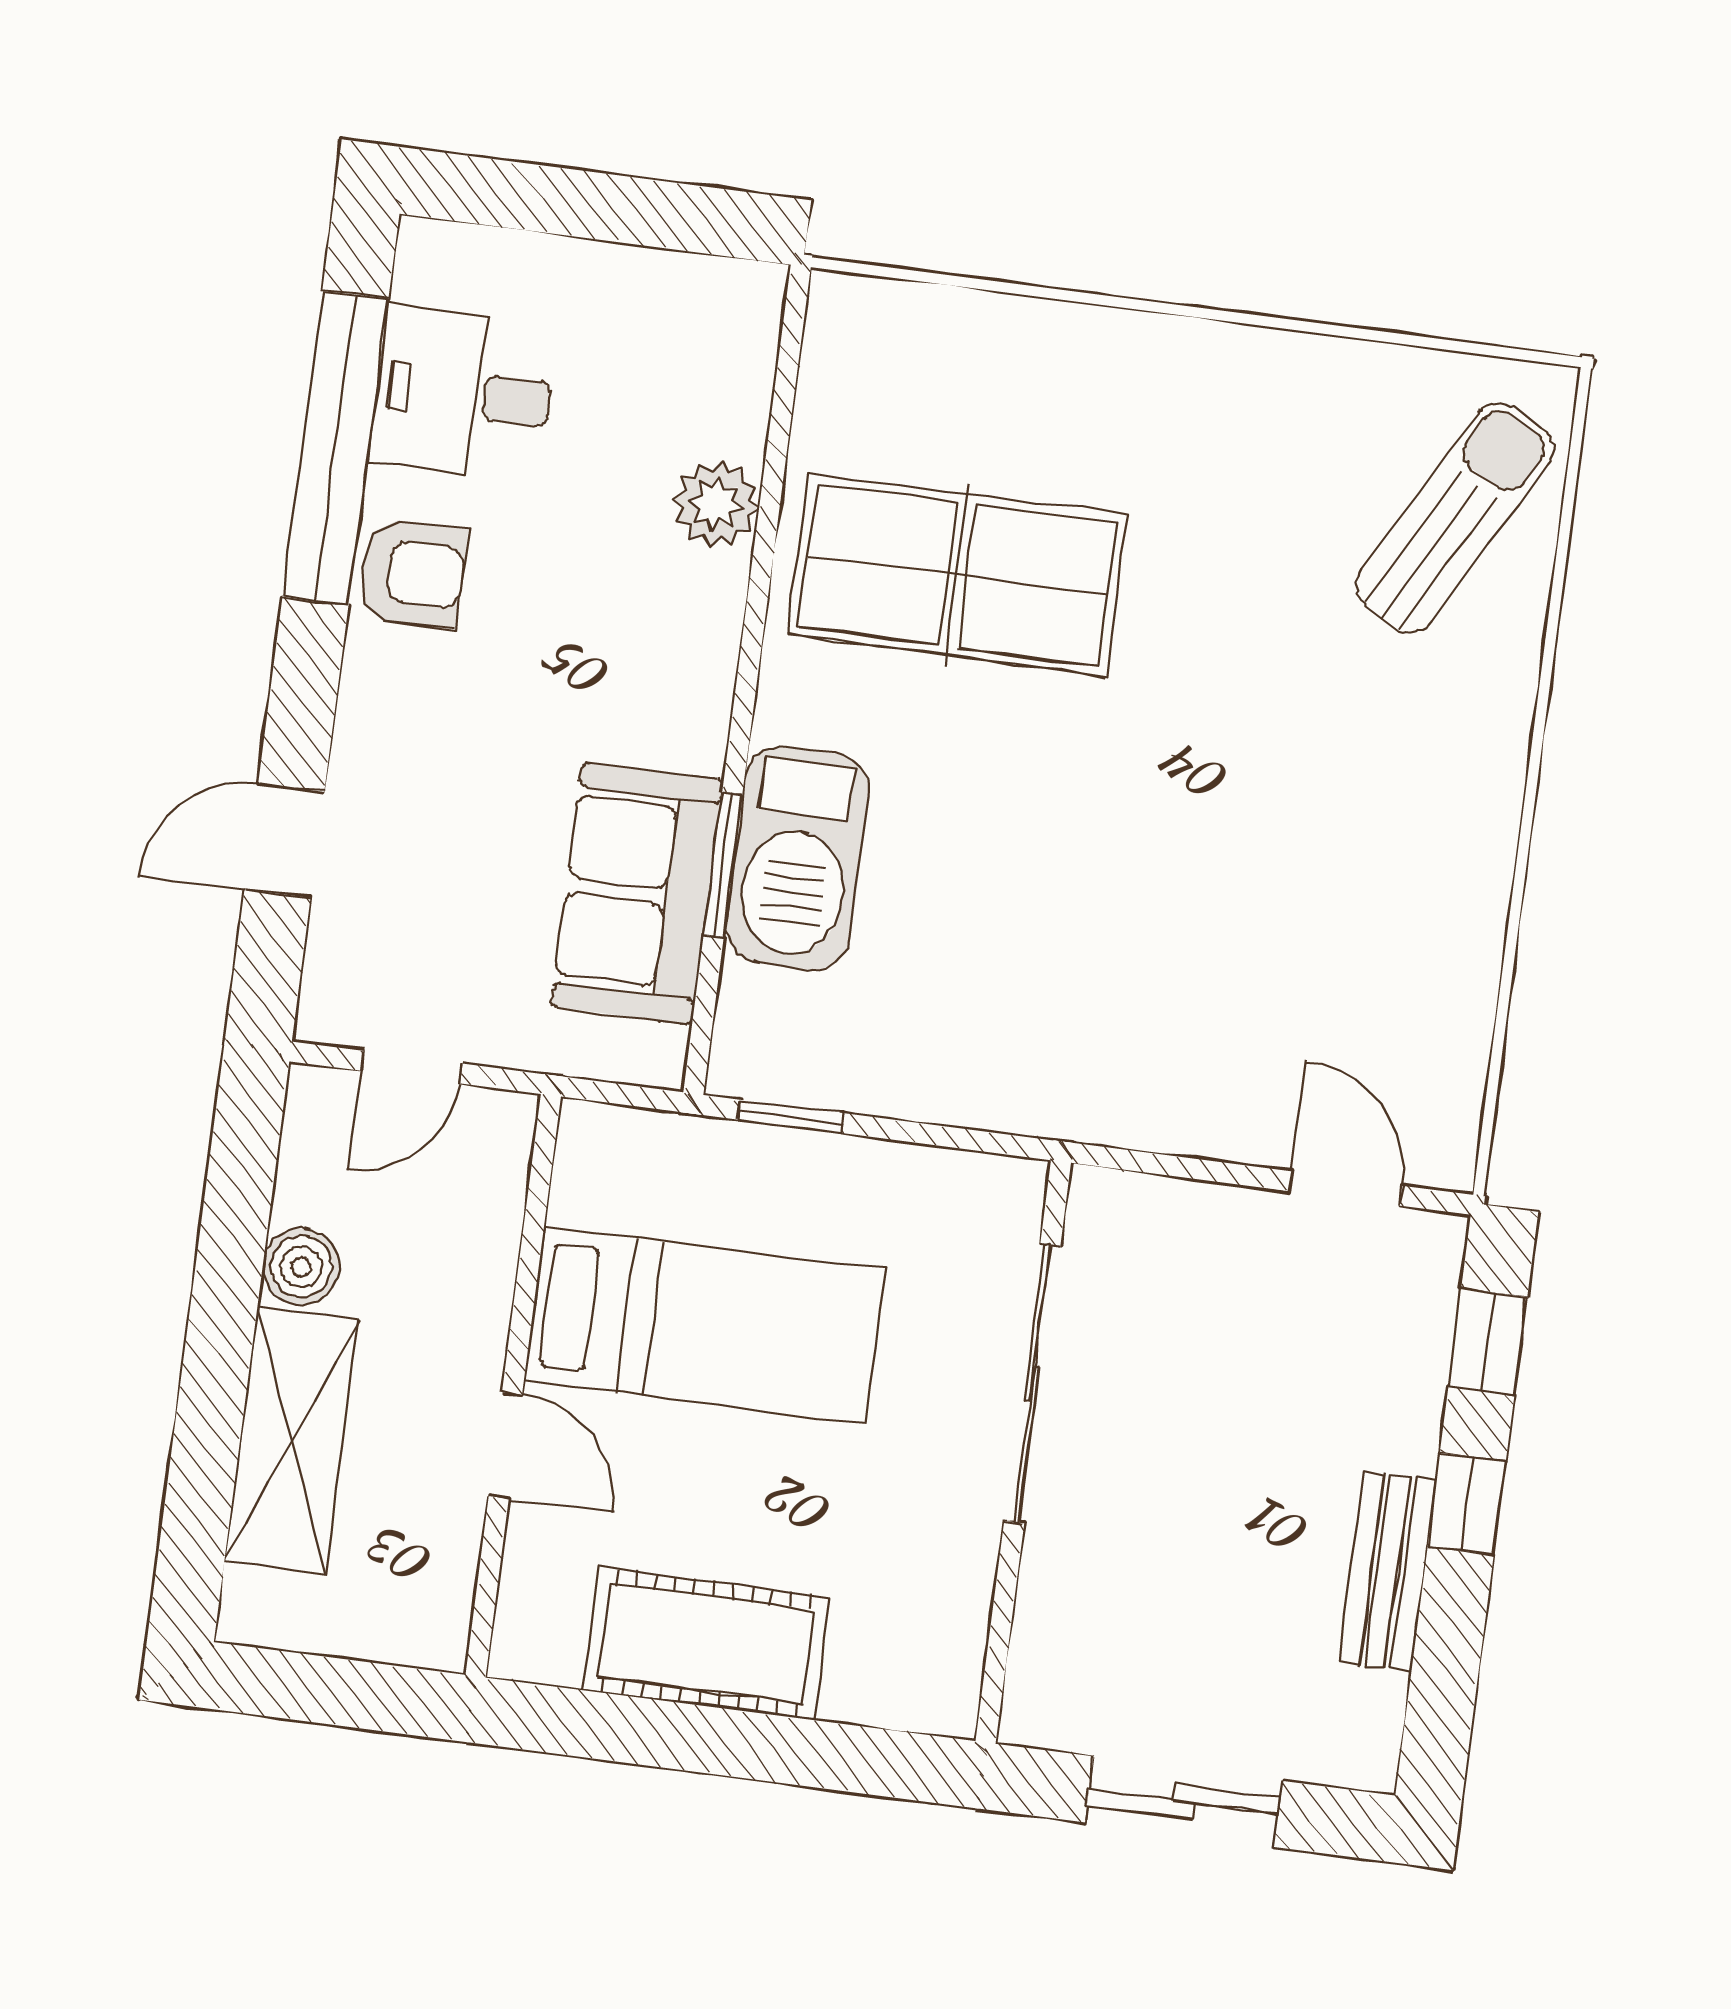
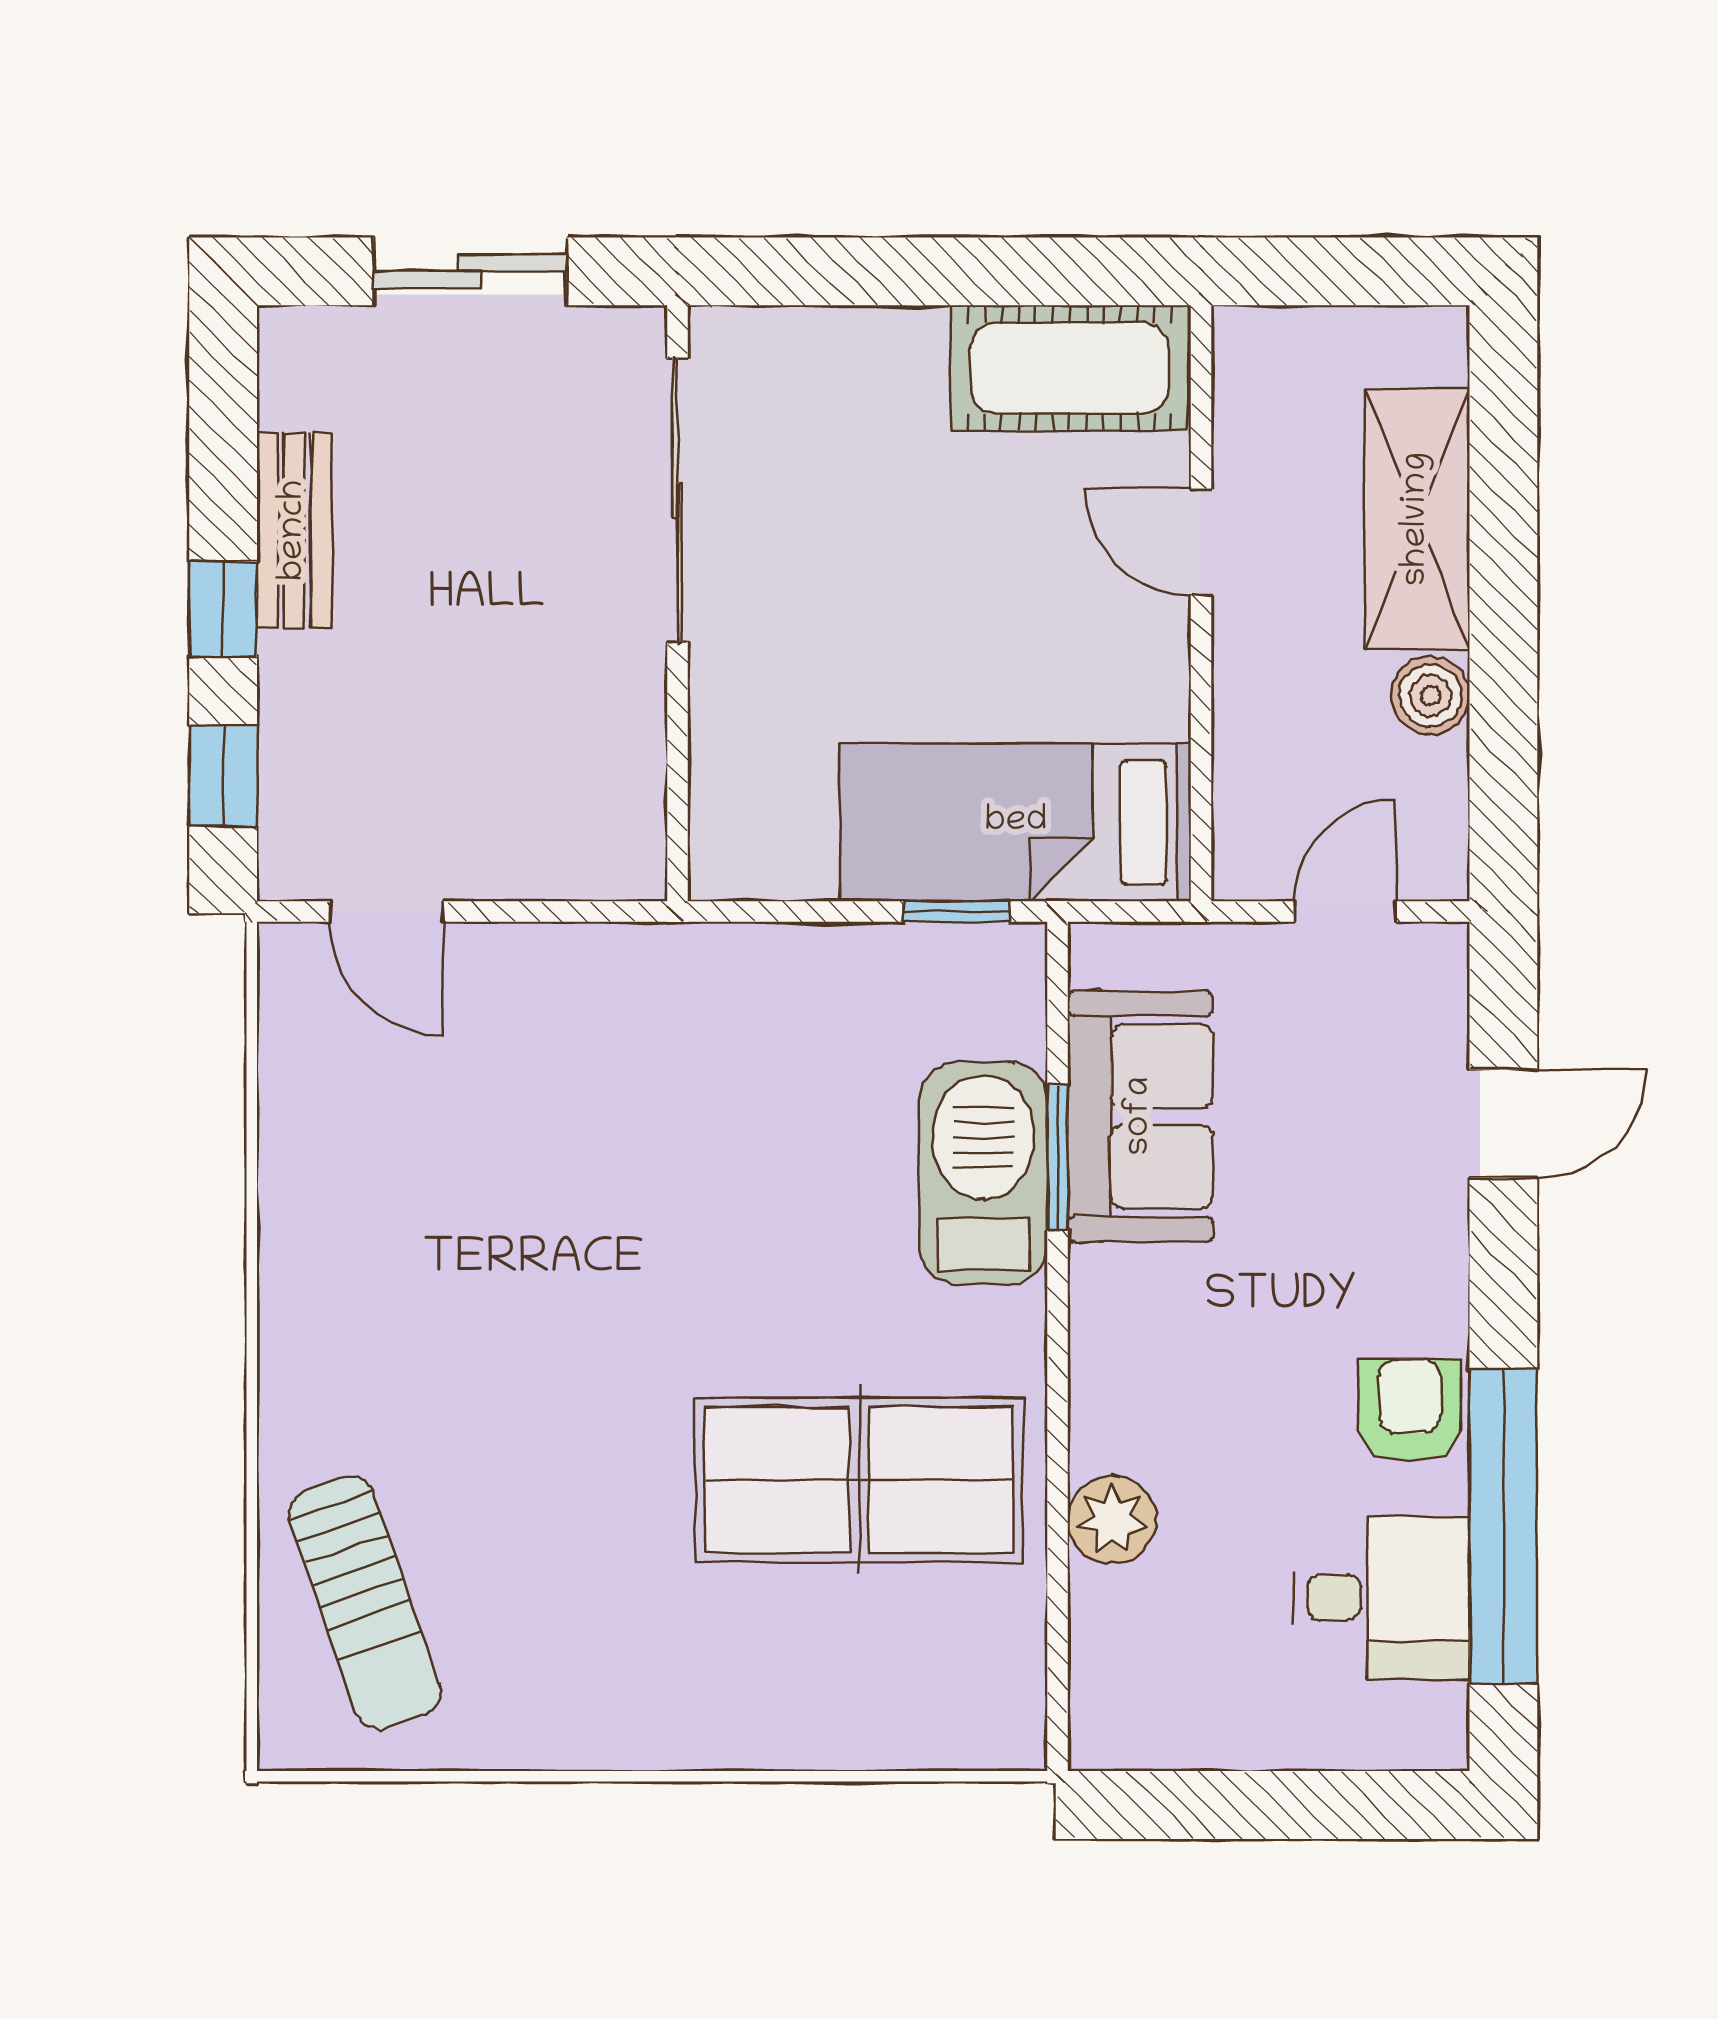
sun lounger: (1455, 517) -> (365, 1603), turned -48
armchair: (412, 573) -> (1410, 1410), turned 90
bed: (705, 1325) -> (1016, 822), moved
sliding door: (1032, 1384) -> (677, 500), moved
cot: (707, 1644) -> (1069, 368), moved

